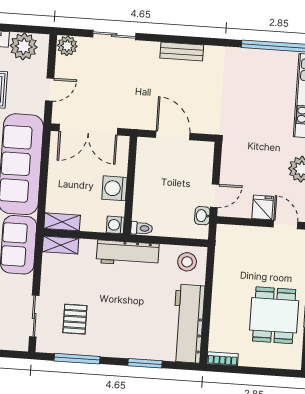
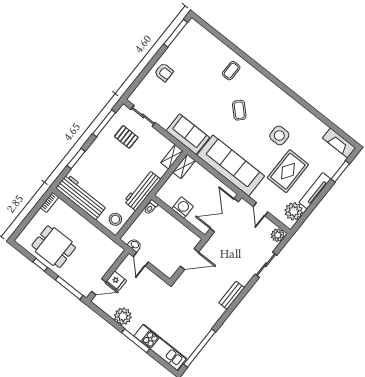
washing machine: (115, 225) -> (162, 194), removed

